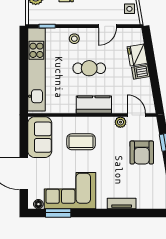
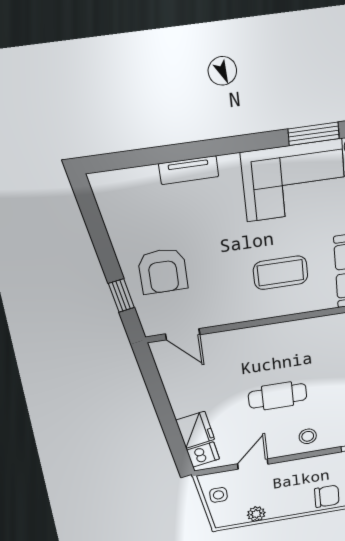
dishwasher: (141, 72) -> (203, 455), moved
kitchen counter: (94, 105) -> (263, 339), removed
plant: (120, 122) -> (211, 318), removed
armchair: (142, 152) -> (163, 271), turned 180

